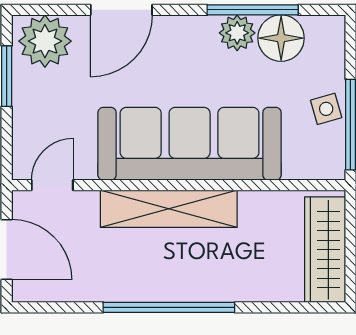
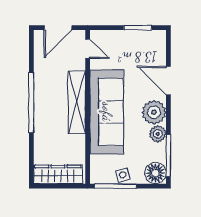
window: (253, 10) -> (168, 156), moved
floor lamp: (281, 38) -> (155, 173), moved
plant: (45, 41) -> (154, 112), moved

